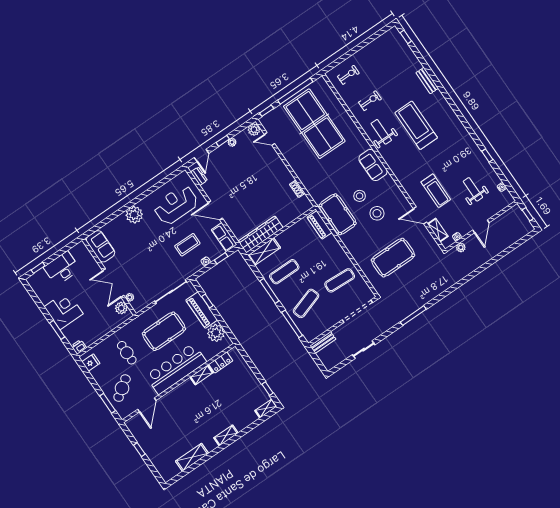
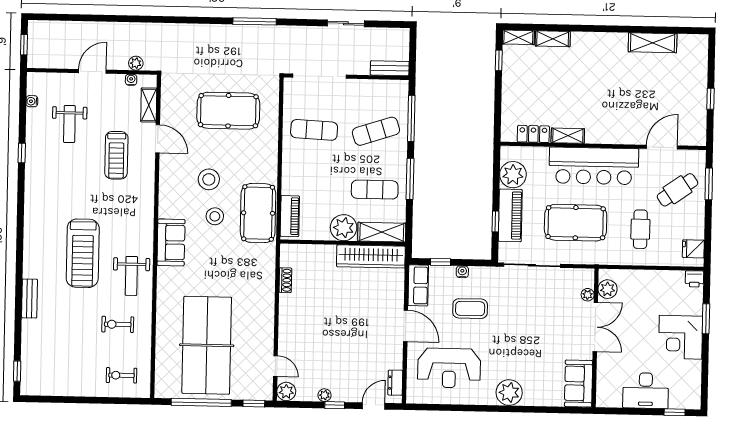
treadmill: (436, 191) -> (116, 155), turned 180
plant: (286, 239) -> (344, 228), added
shelving: (226, 435) -> (553, 39), moved

